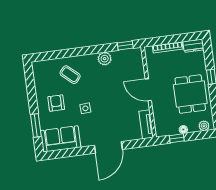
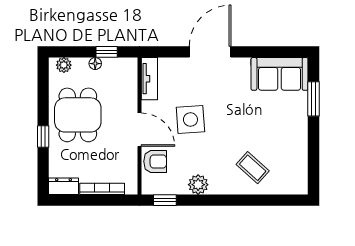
armchair: (56, 103) -> (155, 161), moved, turned -90
side table: (85, 108) -> (190, 120), moved, width x1.87, depth x1.87

